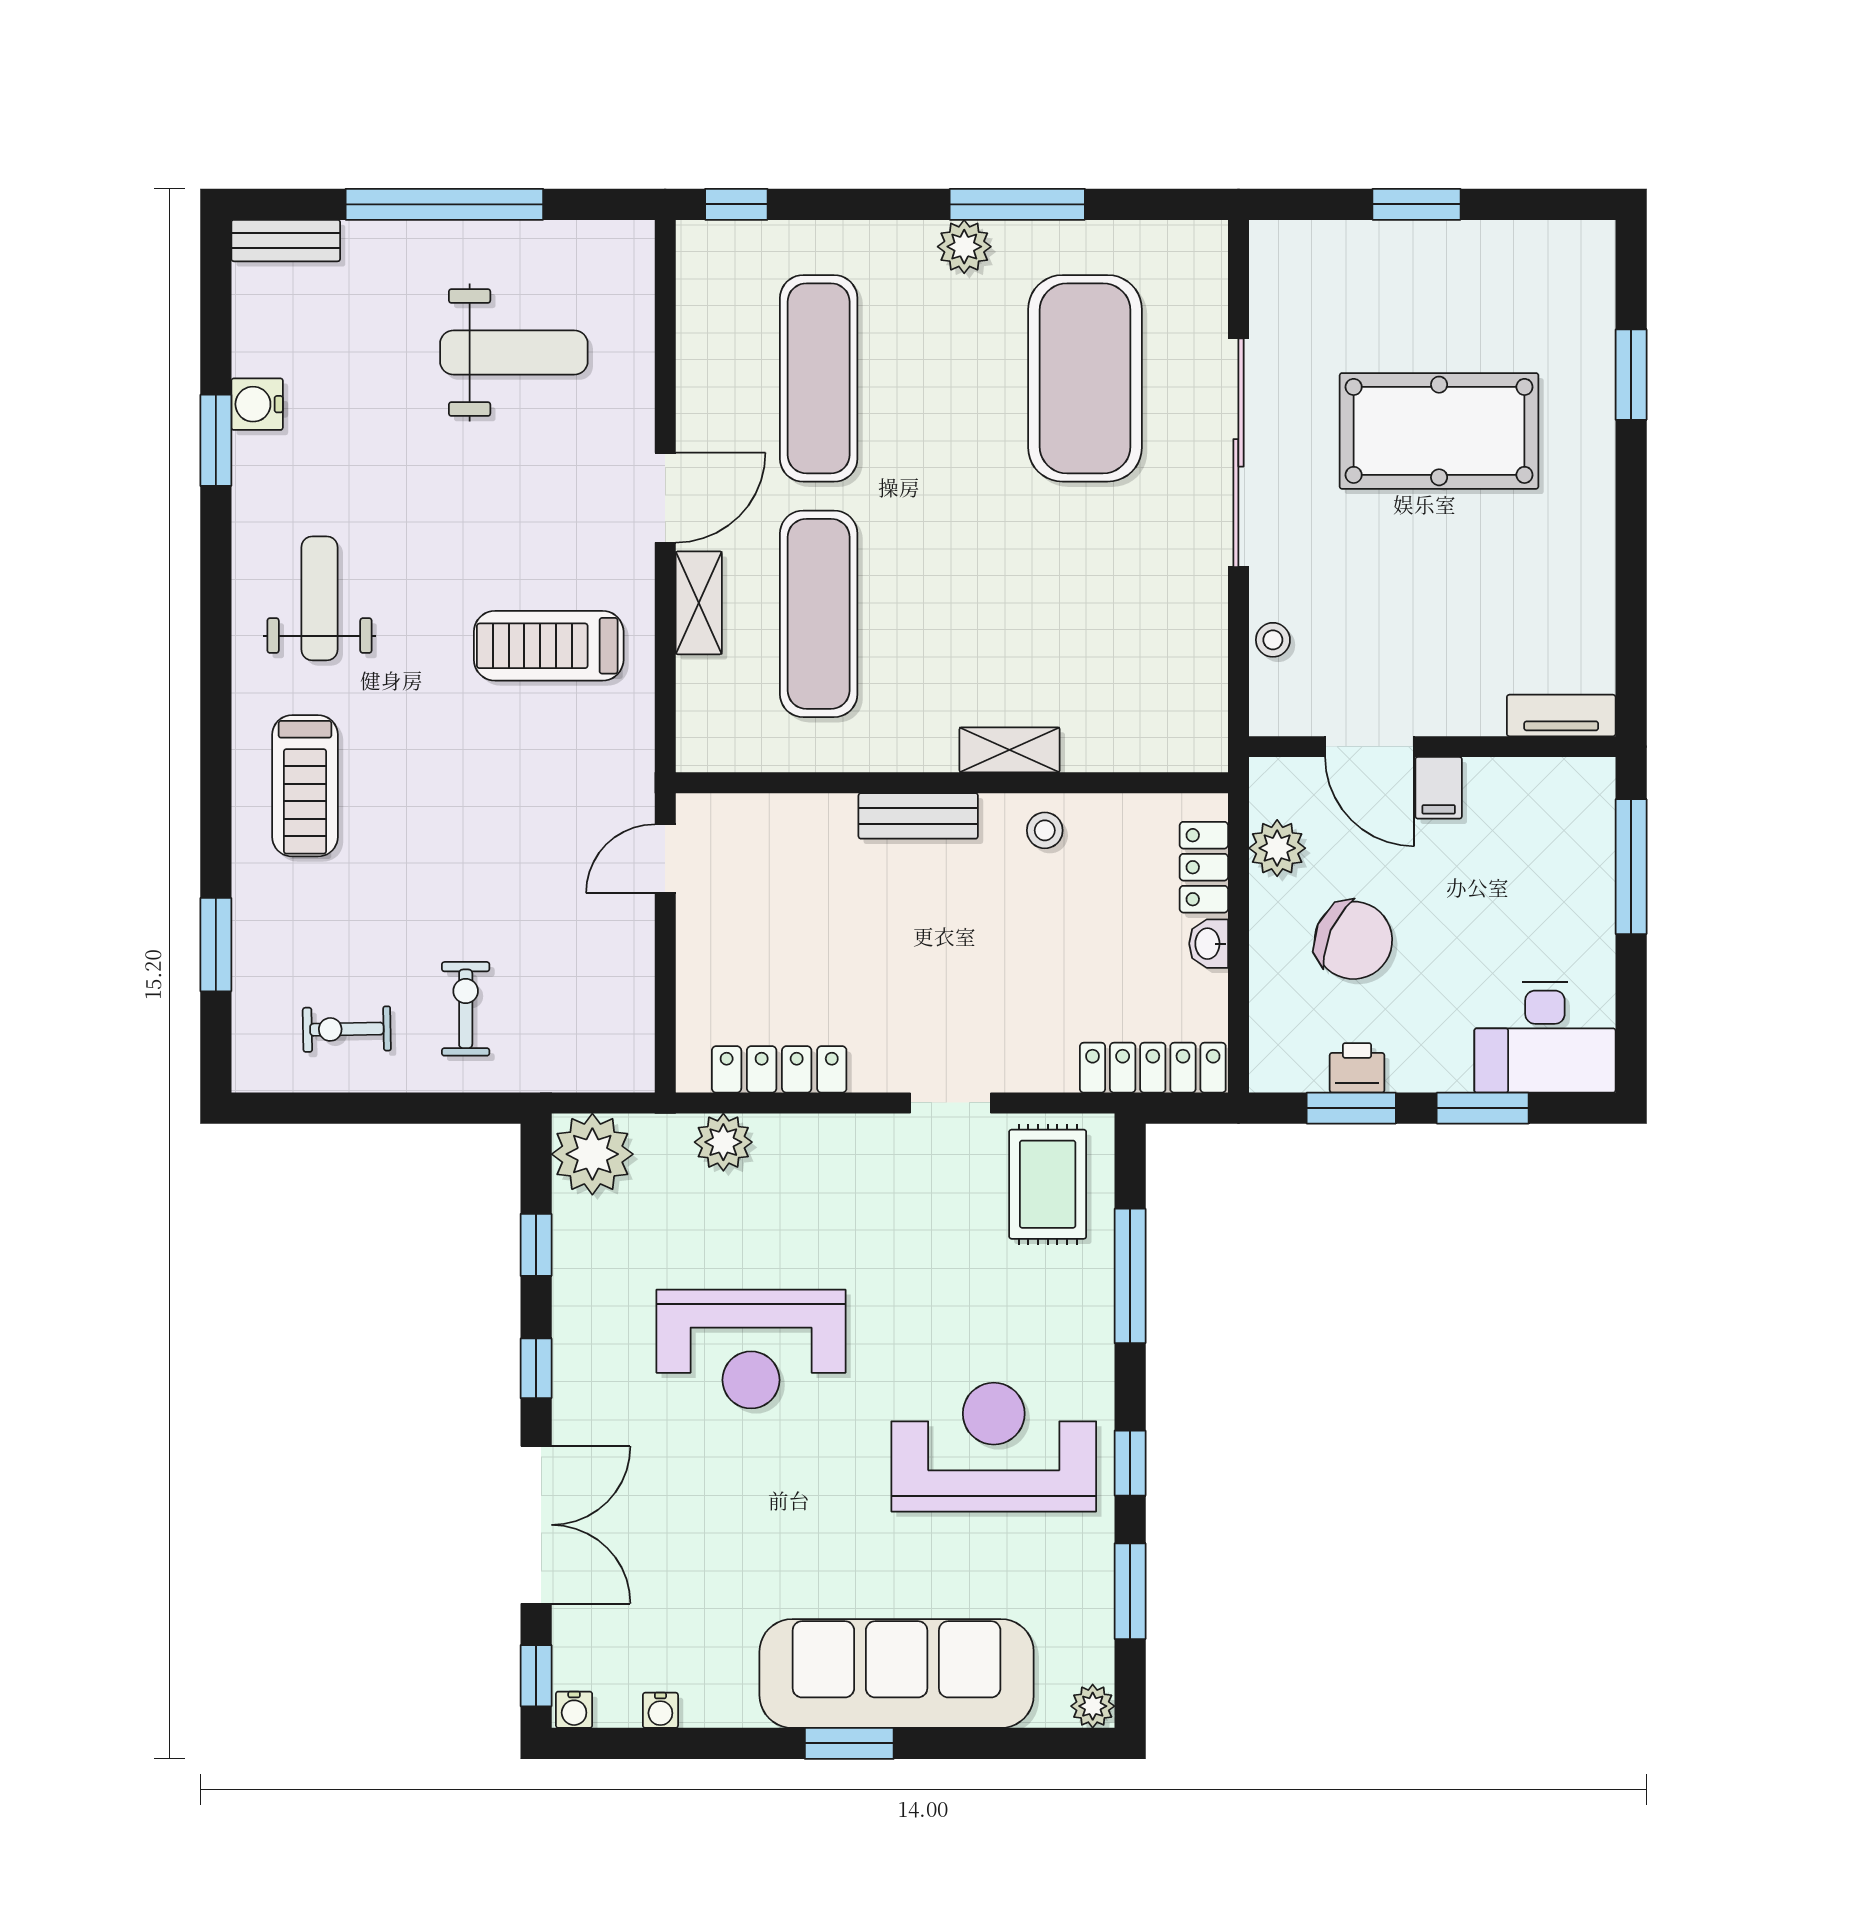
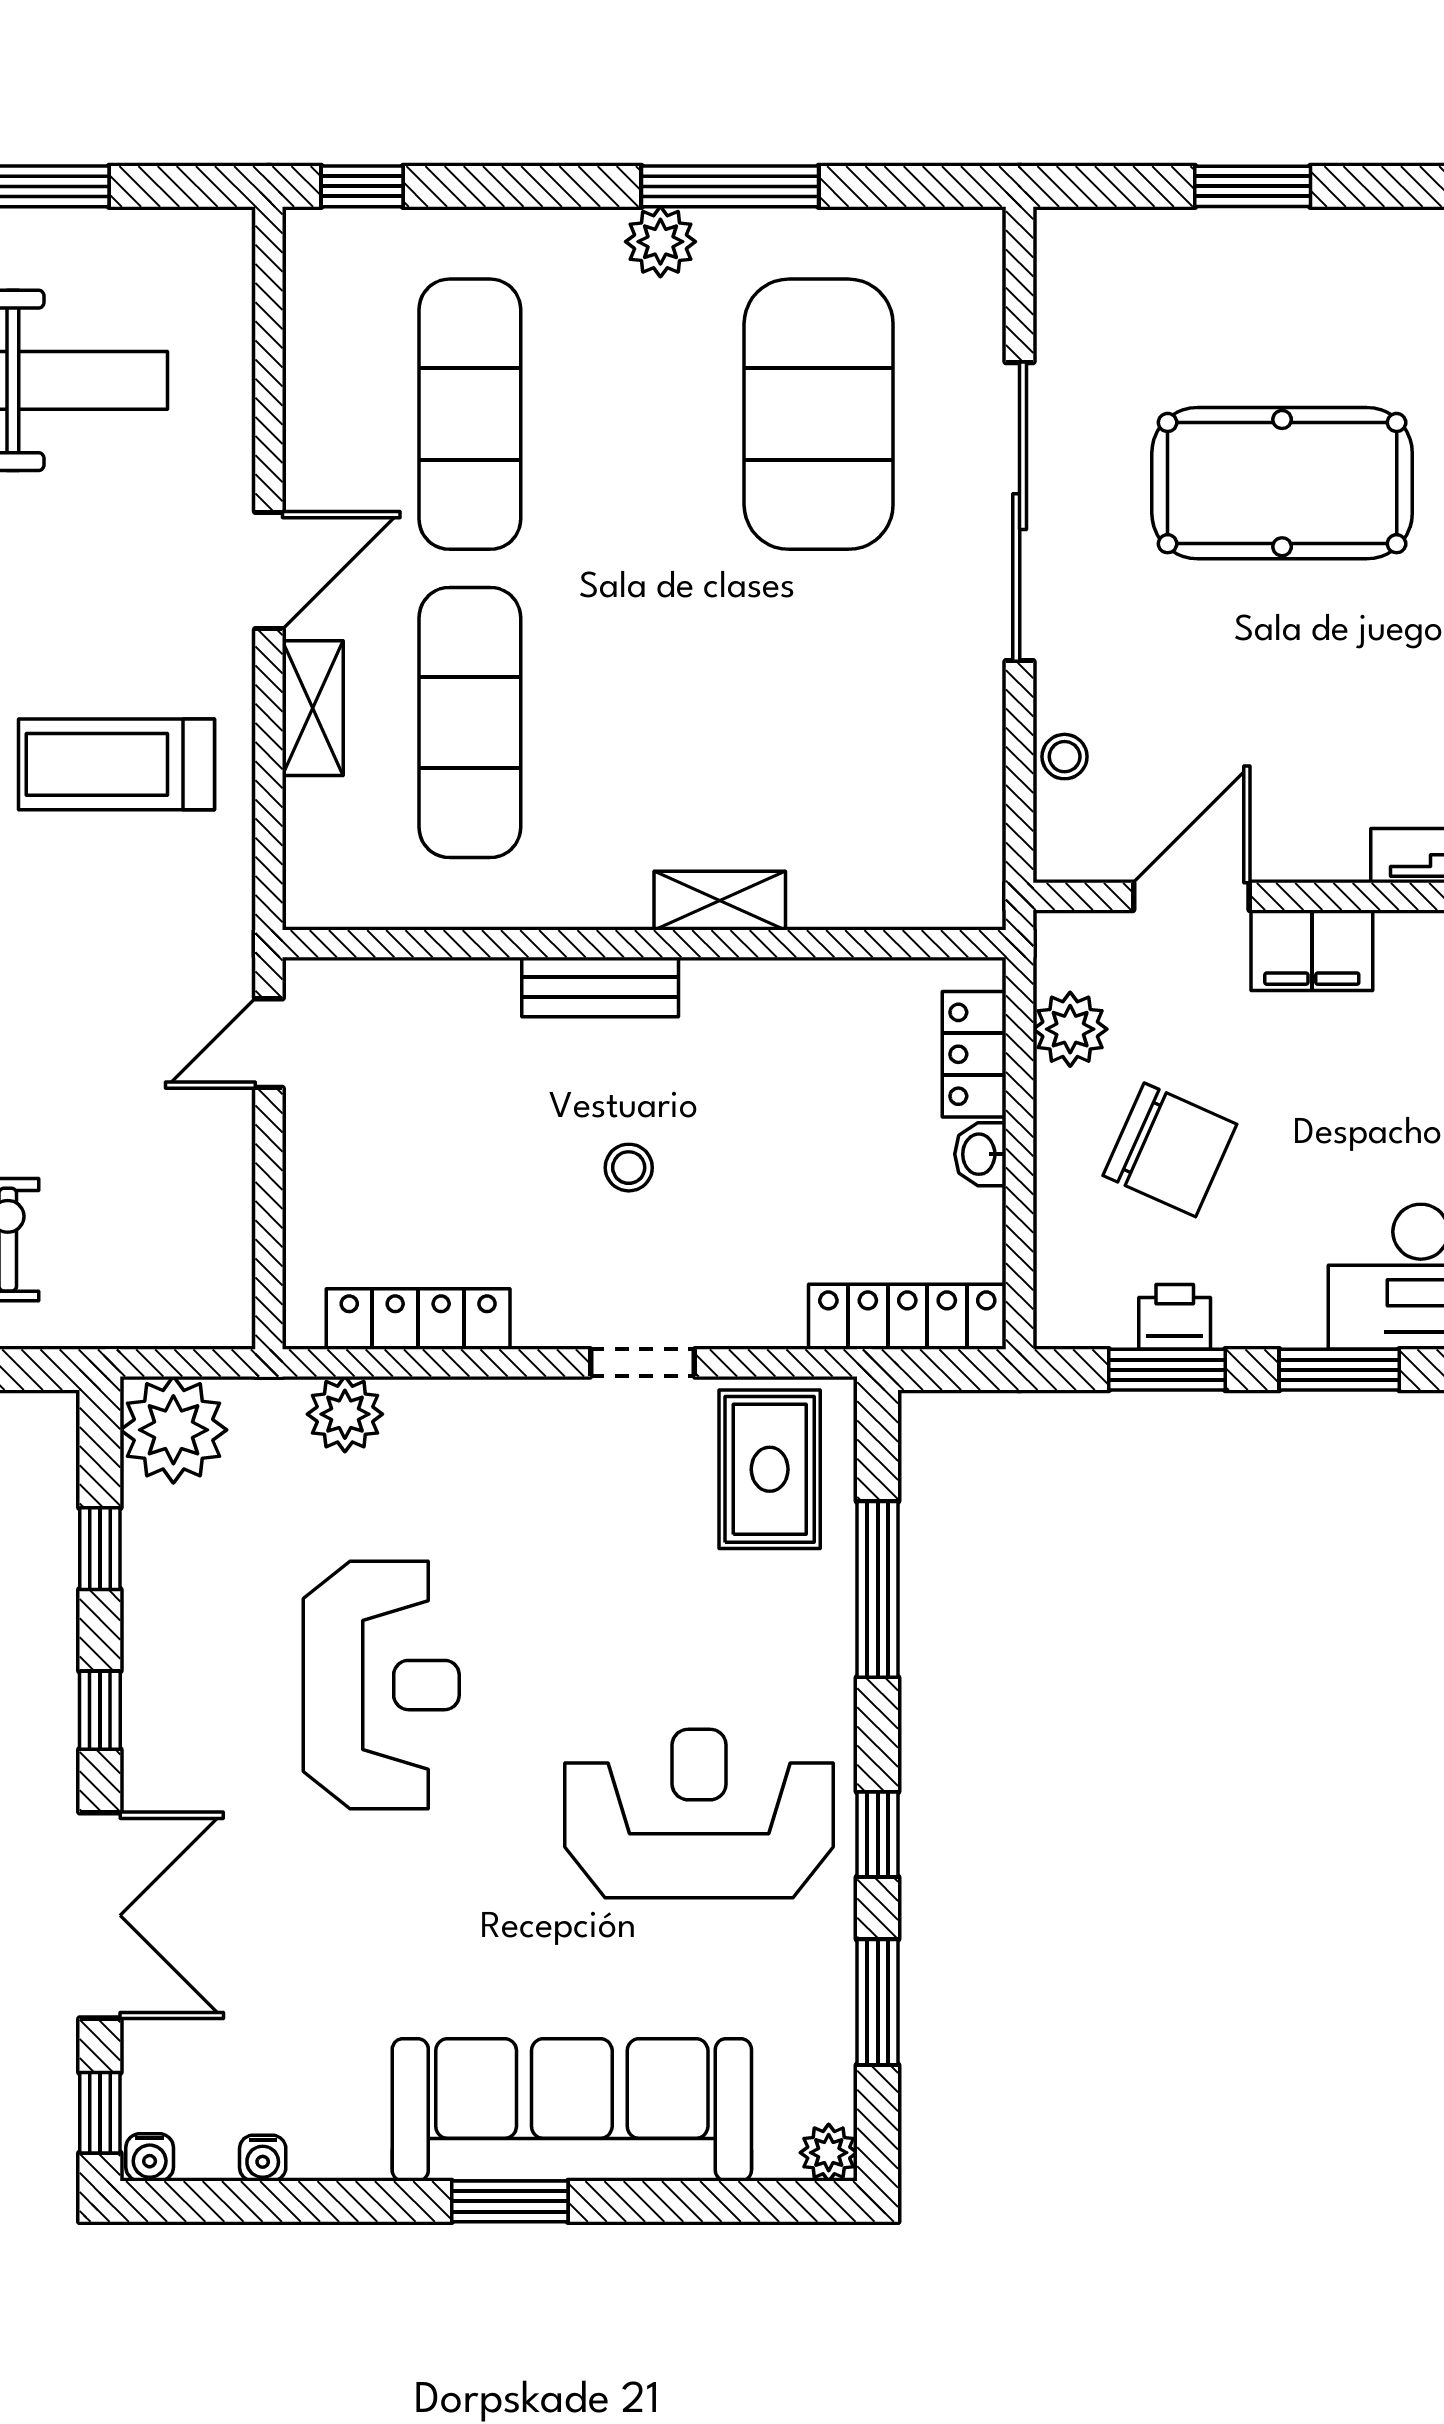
door: (1370, 747) -> (1191, 896), swing flipped
filing cabinet: (1439, 788) -> (1312, 950), width x2.00
stool: (1045, 830) -> (629, 1168), moved
reception desk: (751, 1349) -> (381, 1685), turned -90

